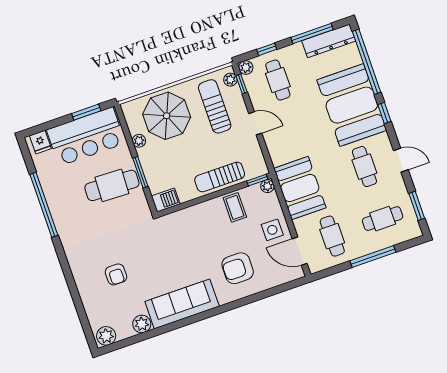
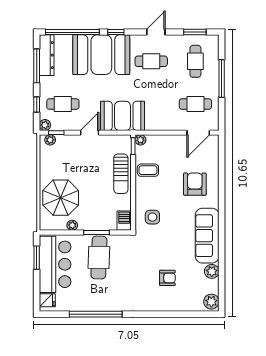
sun lounger: (215, 106) -> (66, 159), removed
booth: (300, 188) -> (123, 116), moved
side table: (272, 230) -> (152, 217), moved
armchair: (238, 268) -> (195, 184), turned 180

